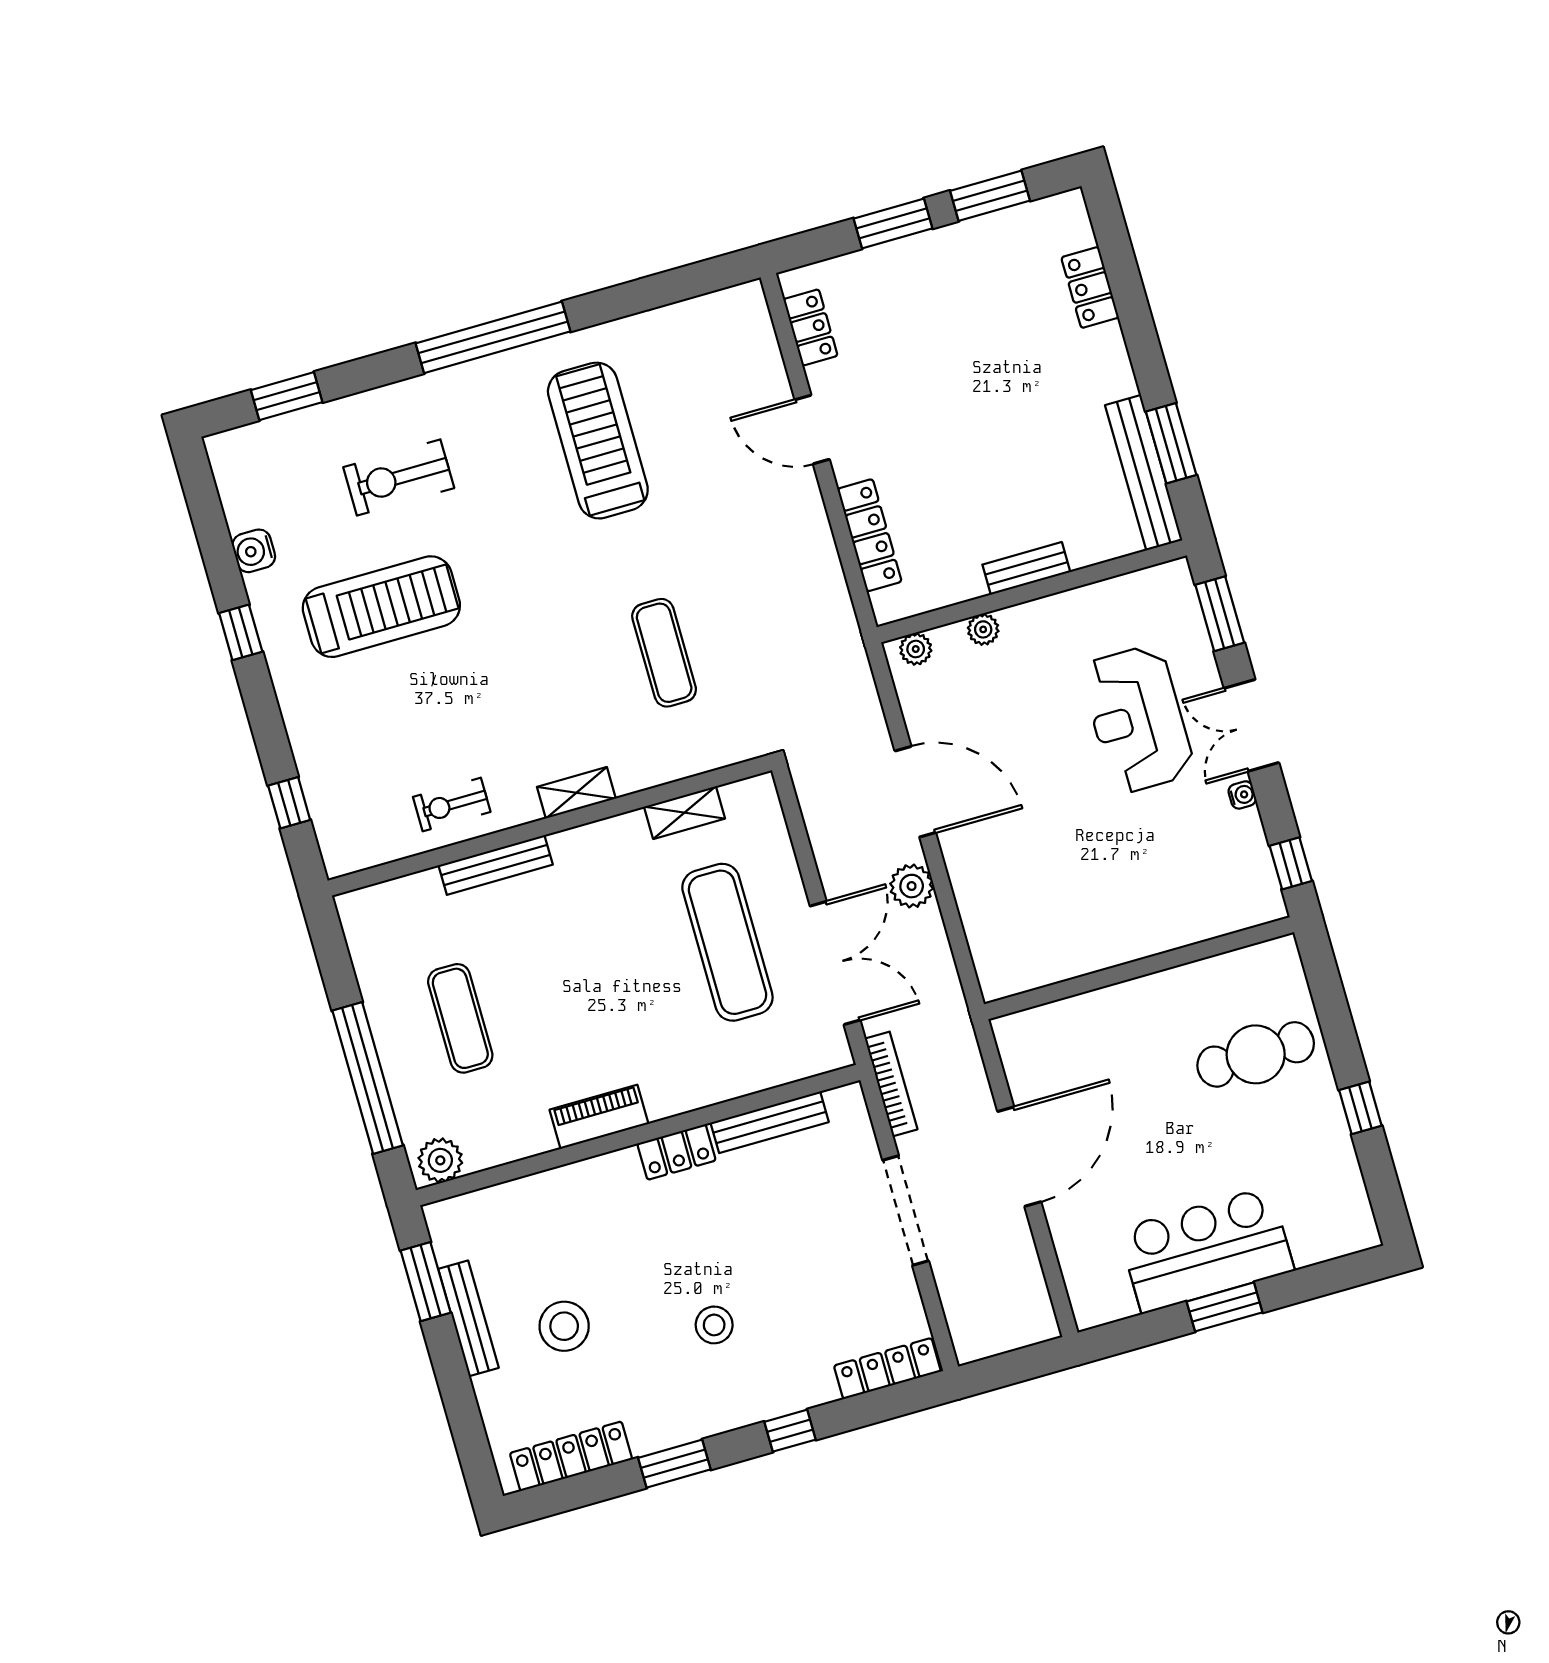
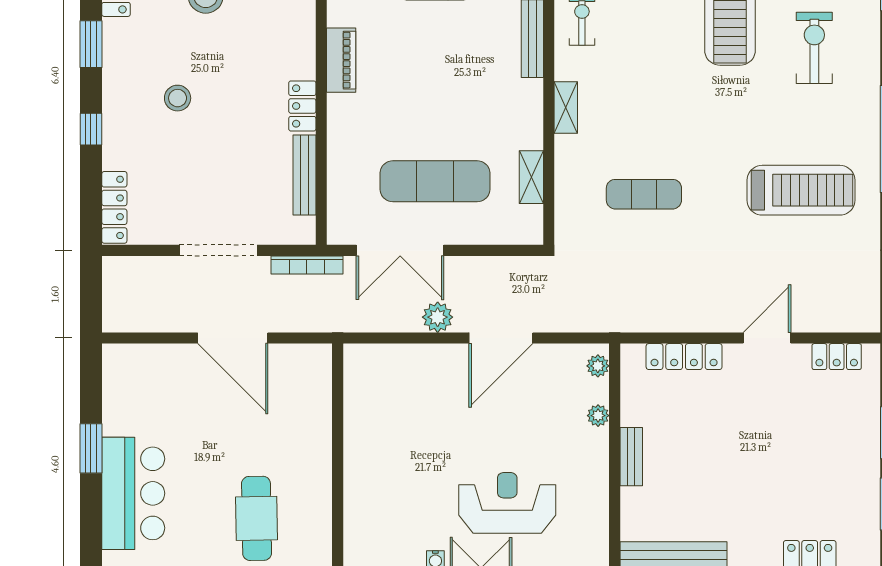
bar counter: (1206, 1250) -> (133, 493), moved

